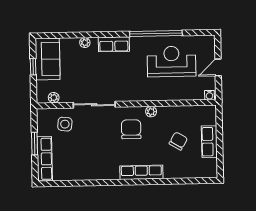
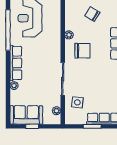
row of seats: (114, 44) -> (16, 63), width x1.48
chair: (131, 129) -> (82, 51), turned 180

